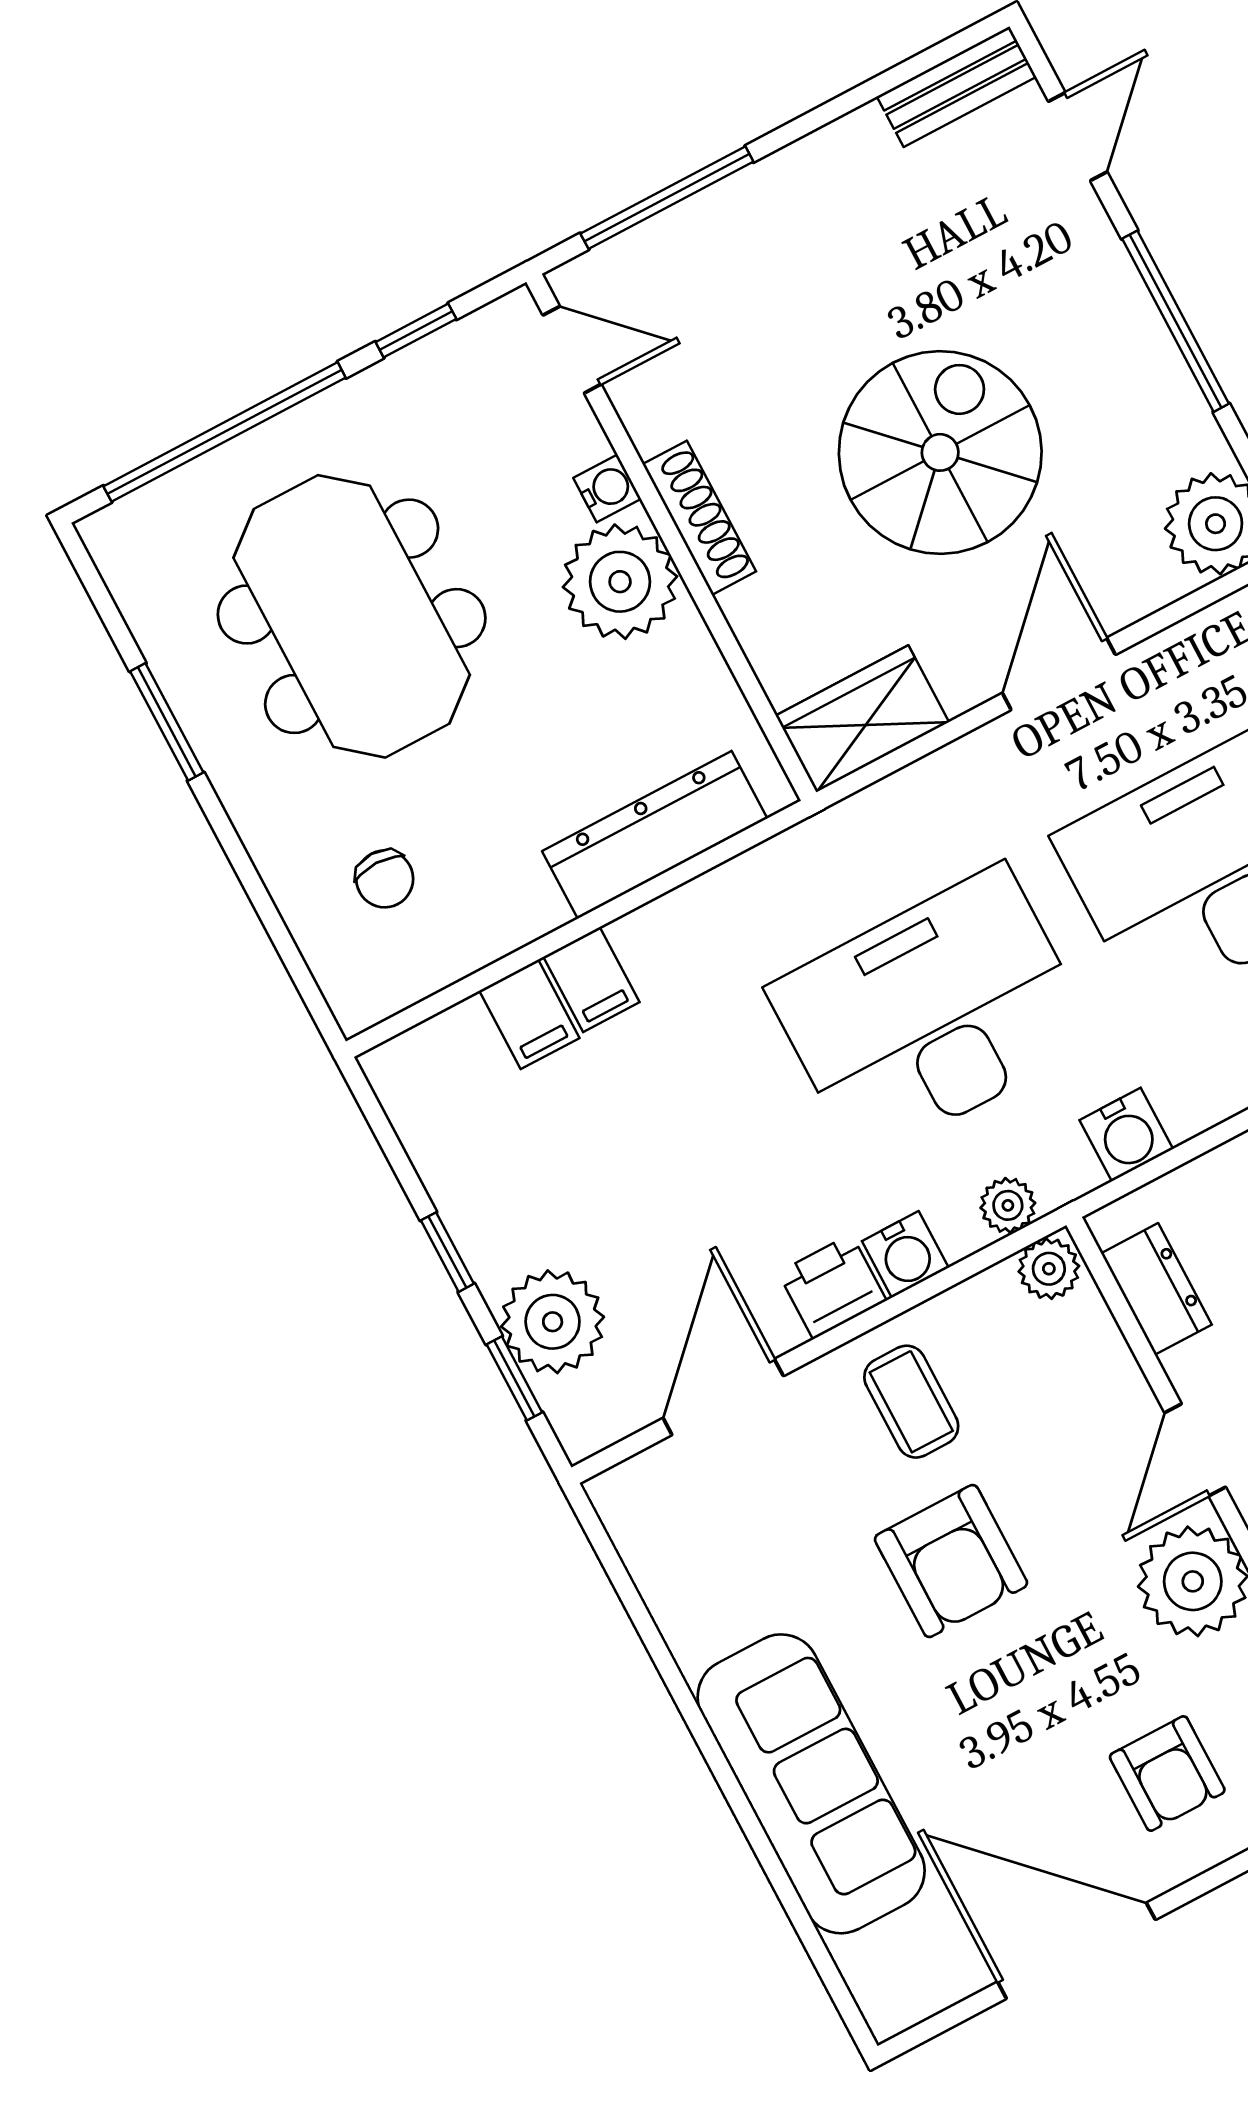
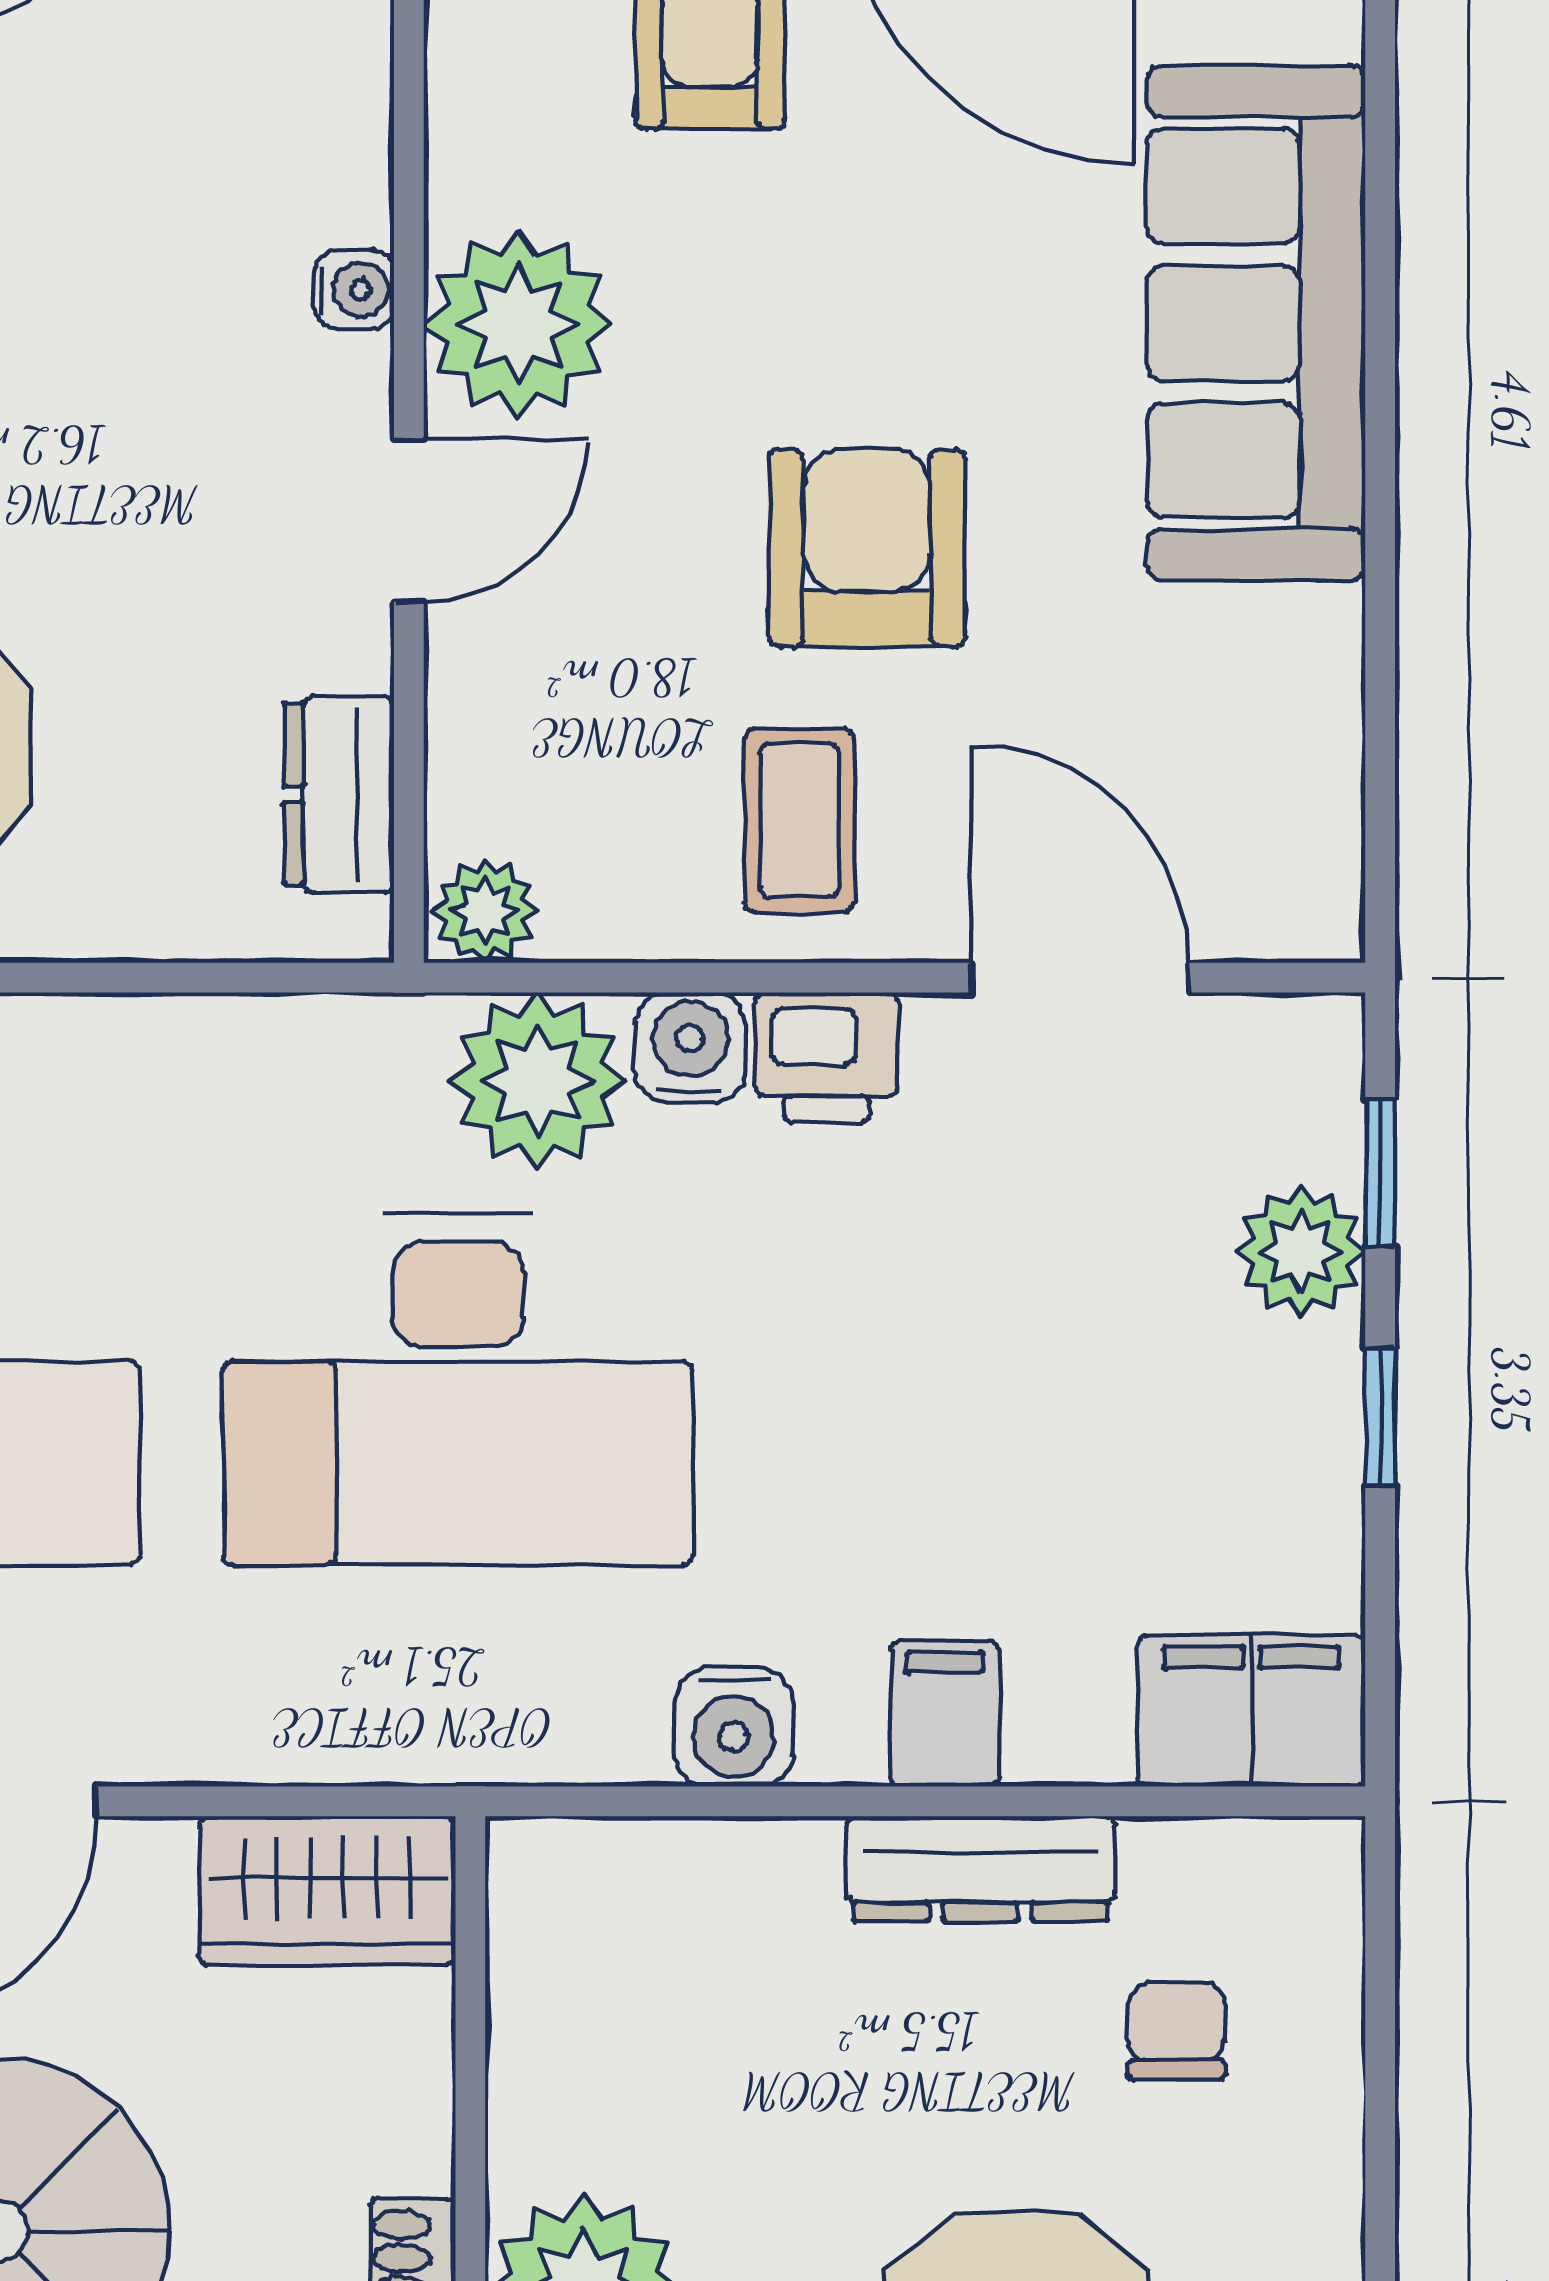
dresser: (655, 835) -> (980, 1869), moved, width x0.73, depth x0.80
filing cabinet: (529, 1014) -> (1251, 1711), moved, width x2.00
water cooler: (1126, 1135) -> (734, 1727), moved, turned 180
plant: (1008, 1205) -> (538, 1081), width x1.87, depth x1.87
plant: (553, 1322) -> (1301, 1251), width x0.73, depth x0.73
door: (723, 1397) -> (1080, 978), swing flipped

